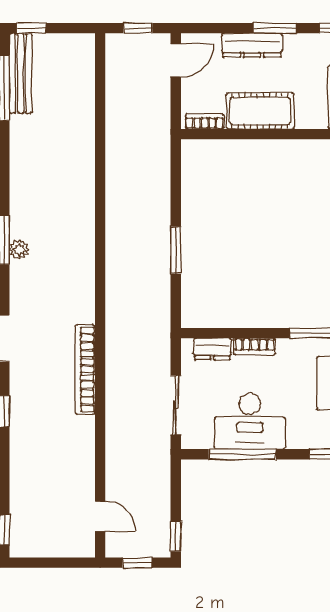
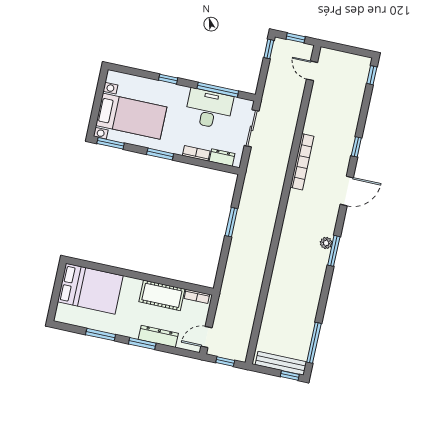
bench: (21, 73) -> (281, 363), moved, turned 90

